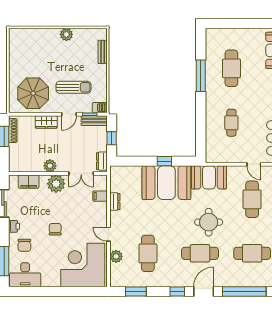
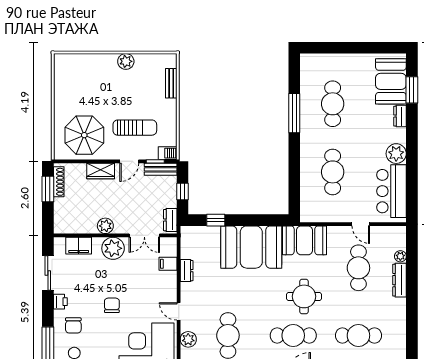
cafe table: (231, 123) -> (333, 172), width x1.37, depth x1.35
window: (164, 161) -> (216, 220), moved

